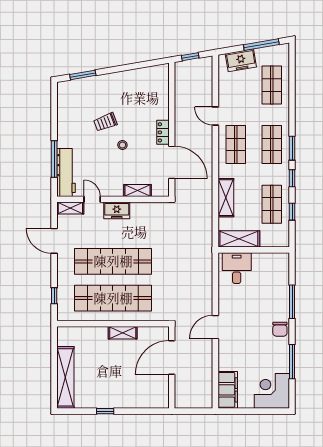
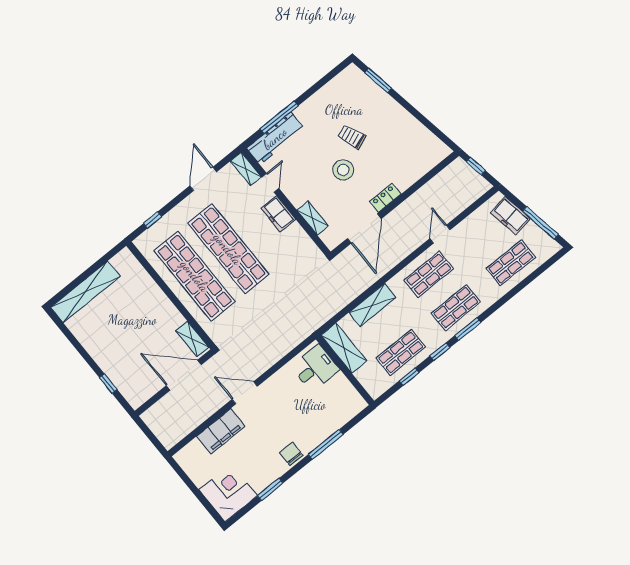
stool: (122, 145) -> (343, 170), width x1.89, depth x1.89
chair: (280, 329) -> (291, 454), turned 90
shelving: (123, 333) -> (192, 339), moved
window: (292, 362) -> (270, 490), width x0.69
filing cabinet: (228, 390) -> (221, 431), moved
window: (105, 411) -> (108, 384), moved

